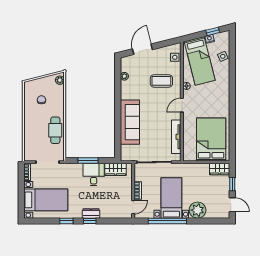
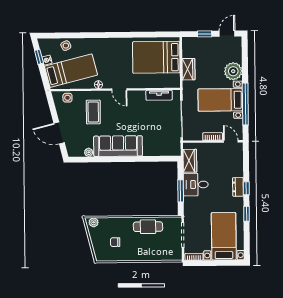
sofa: (130, 122) -> (118, 146), moved
tv unit: (176, 137) -> (159, 95), width x0.71
wardrobe: (220, 169) -> (188, 69), moved

